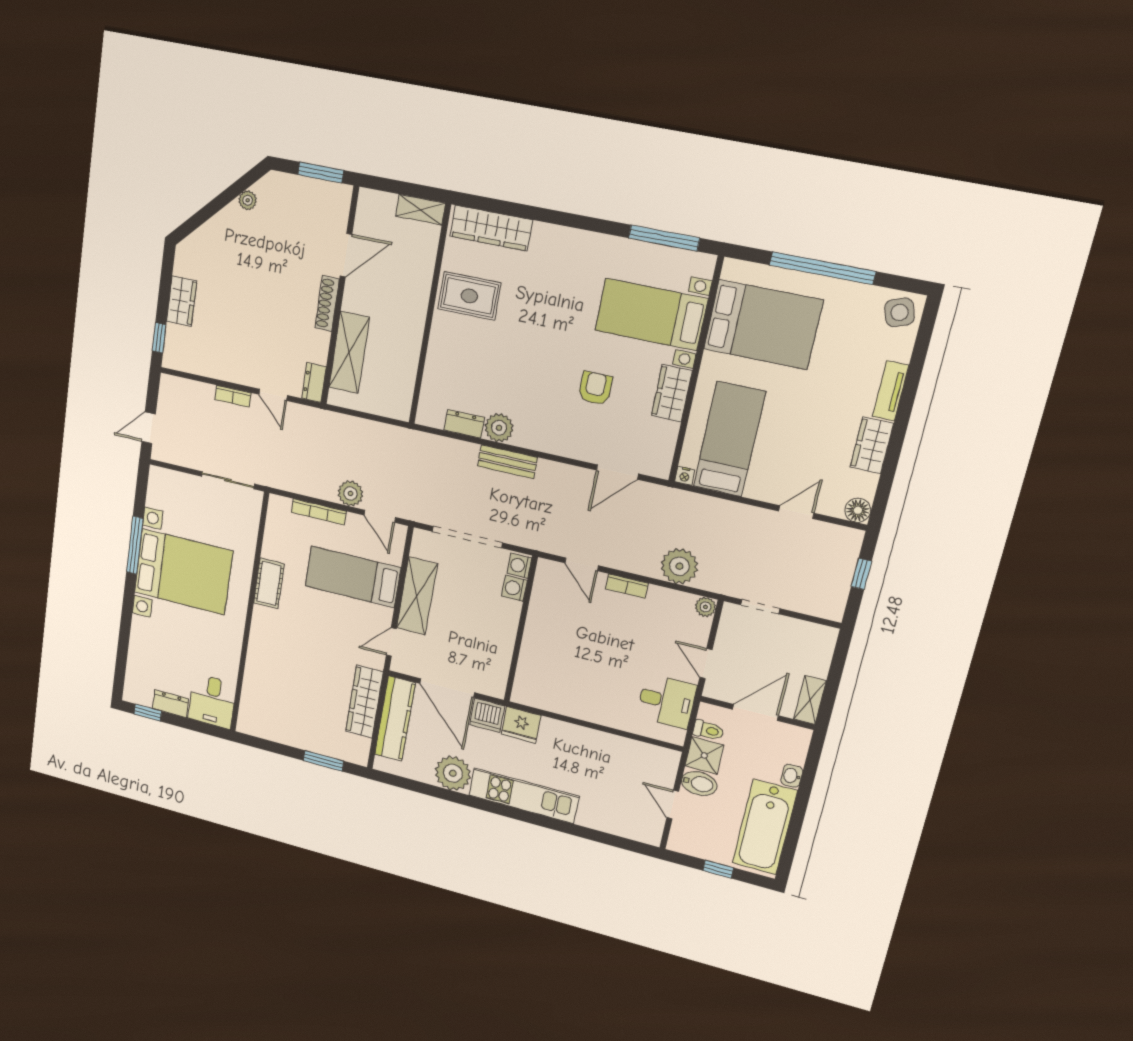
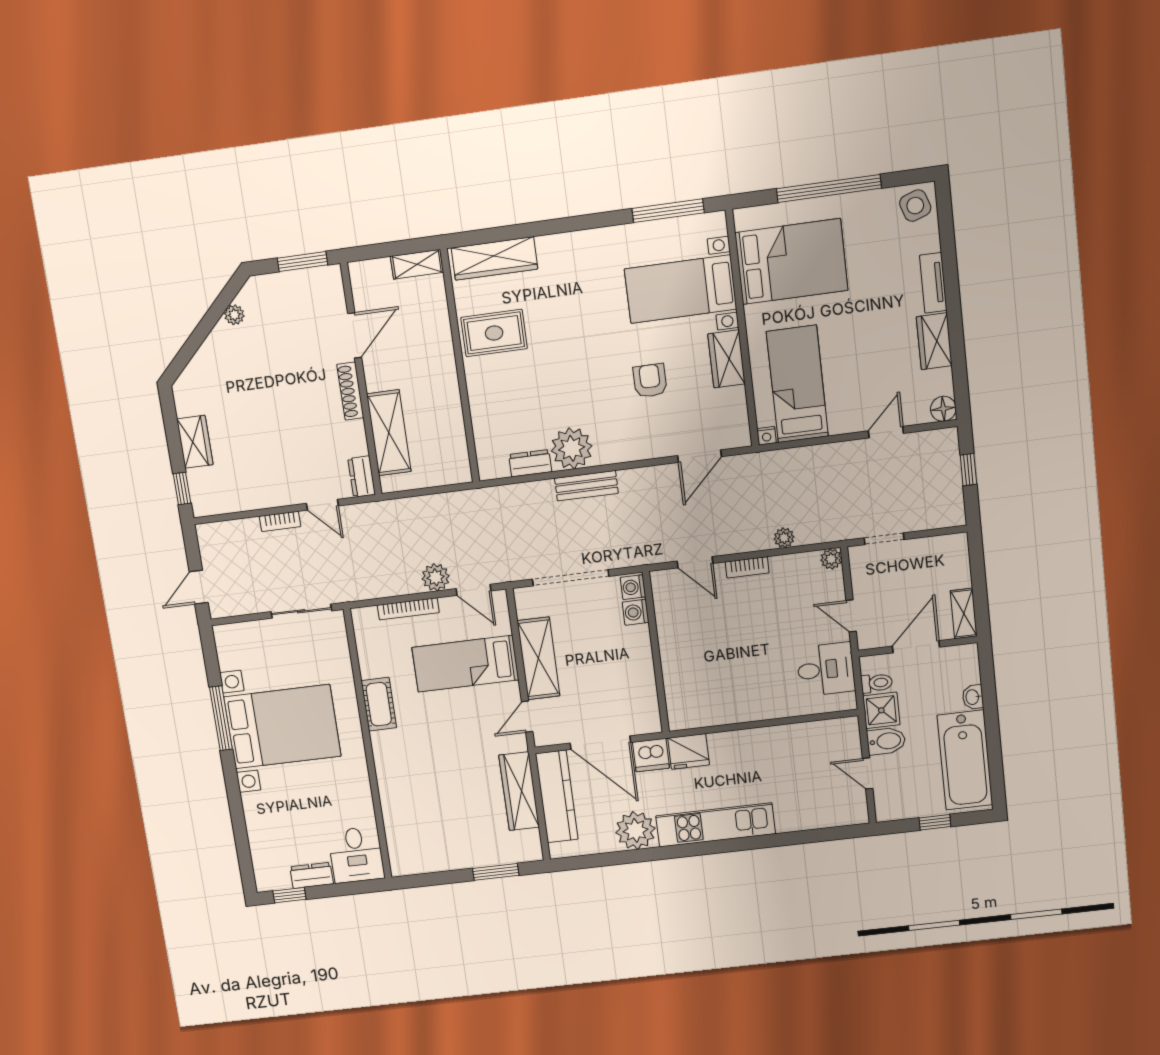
plant: (499, 428) -> (572, 448), width x1.36, depth x1.36
plant: (679, 566) -> (784, 538), width x0.53, depth x0.53

